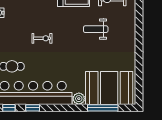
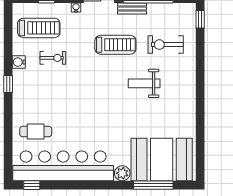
exercise bike: (42, 38) -> (53, 58), moved
window: (33, 108) -> (62, 185), removed

